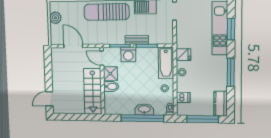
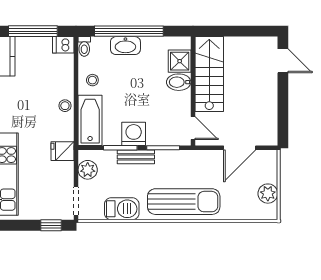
plant: (167, 32) -> (88, 170), added
door: (73, 46) -> (240, 148), hinge flipped
washing machine: (128, 54) -> (134, 134), moved
fridge: (183, 55) -> (63, 151), moved
shower: (110, 74) -> (180, 61), moved
dishwasher: (183, 97) -> (63, 45), moved
door: (49, 99) -> (283, 61), hinge flipped

